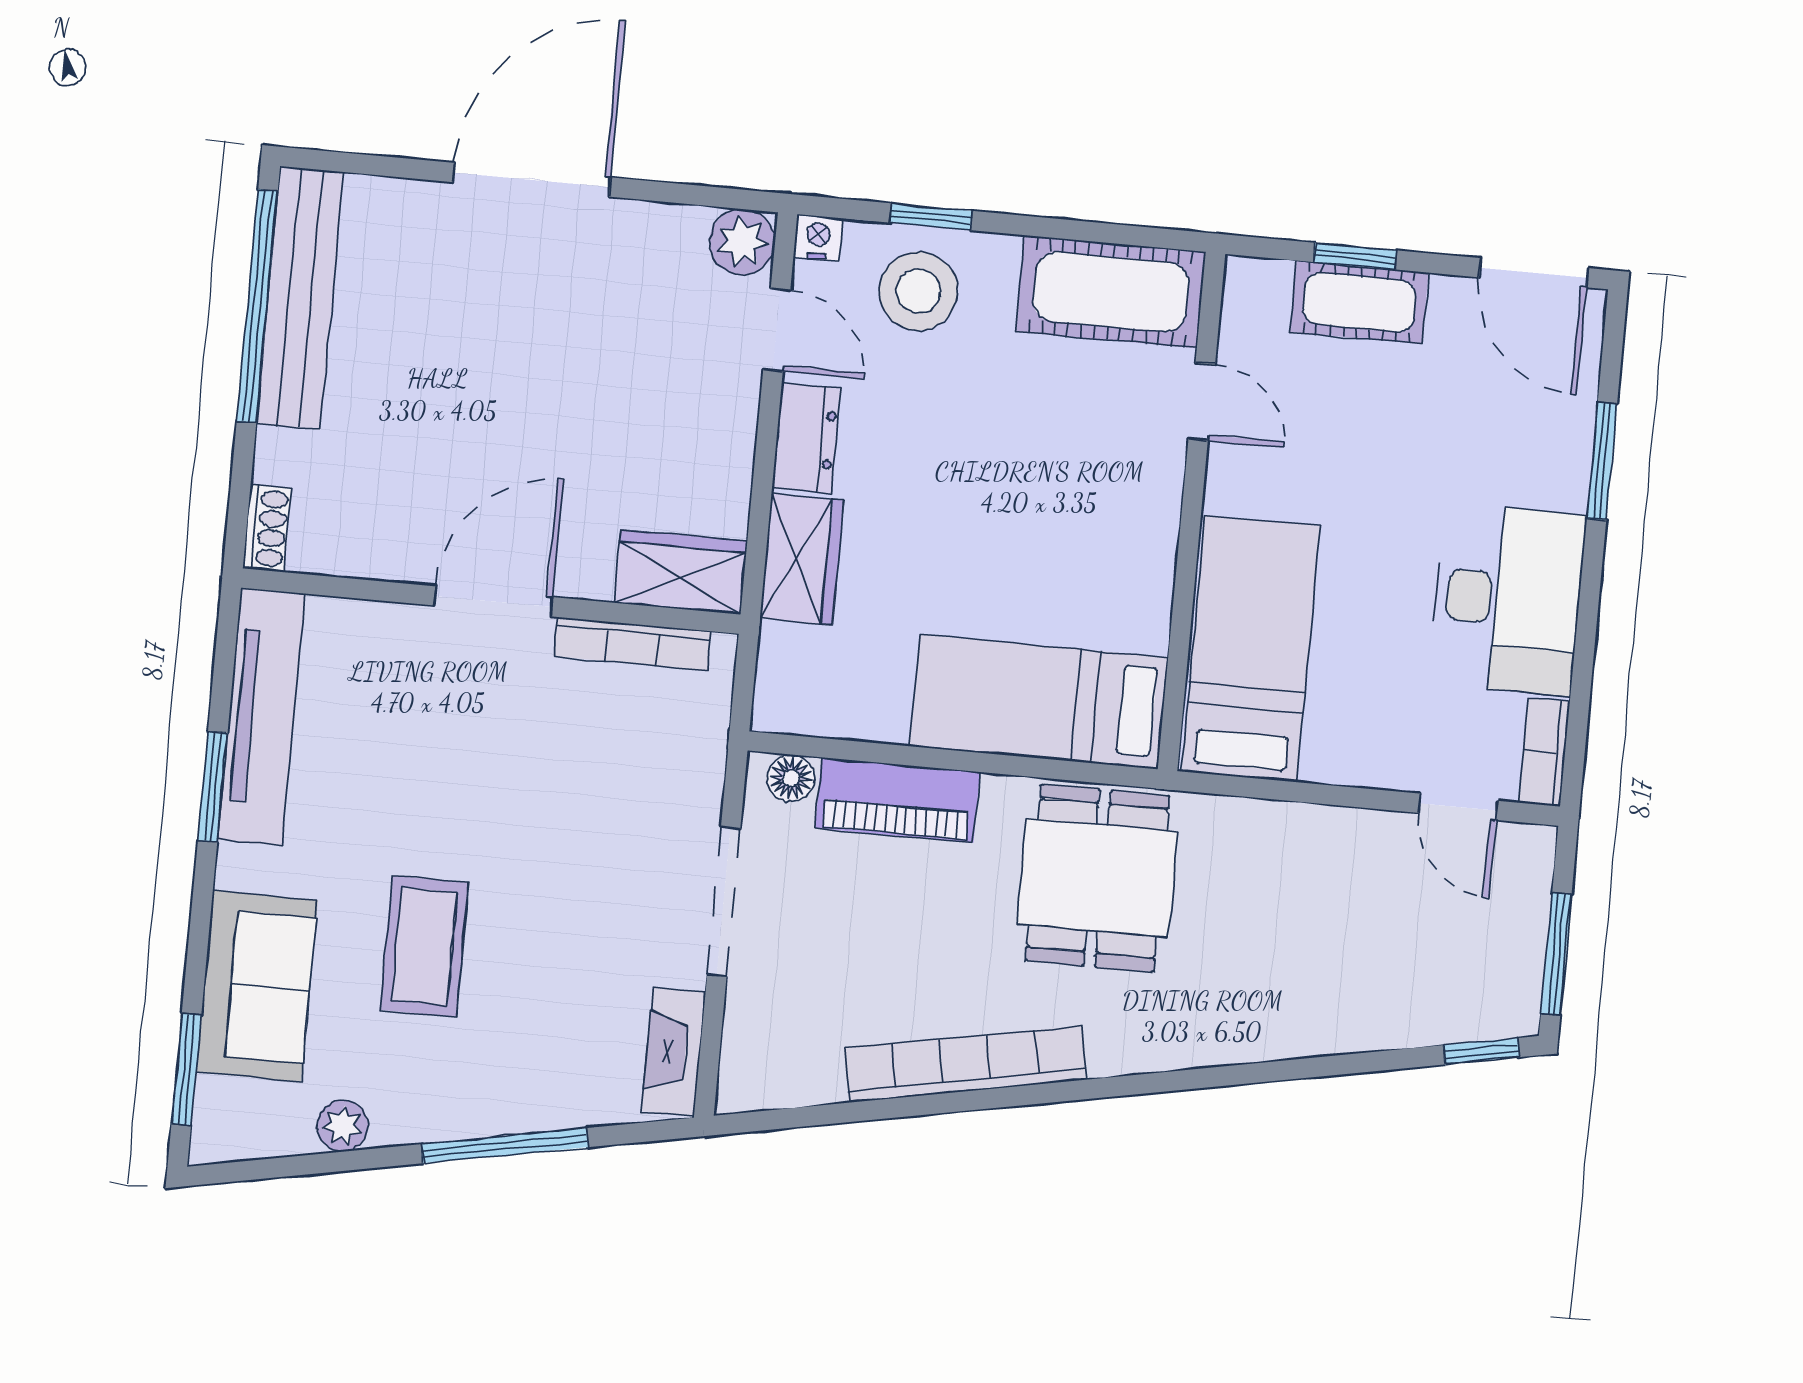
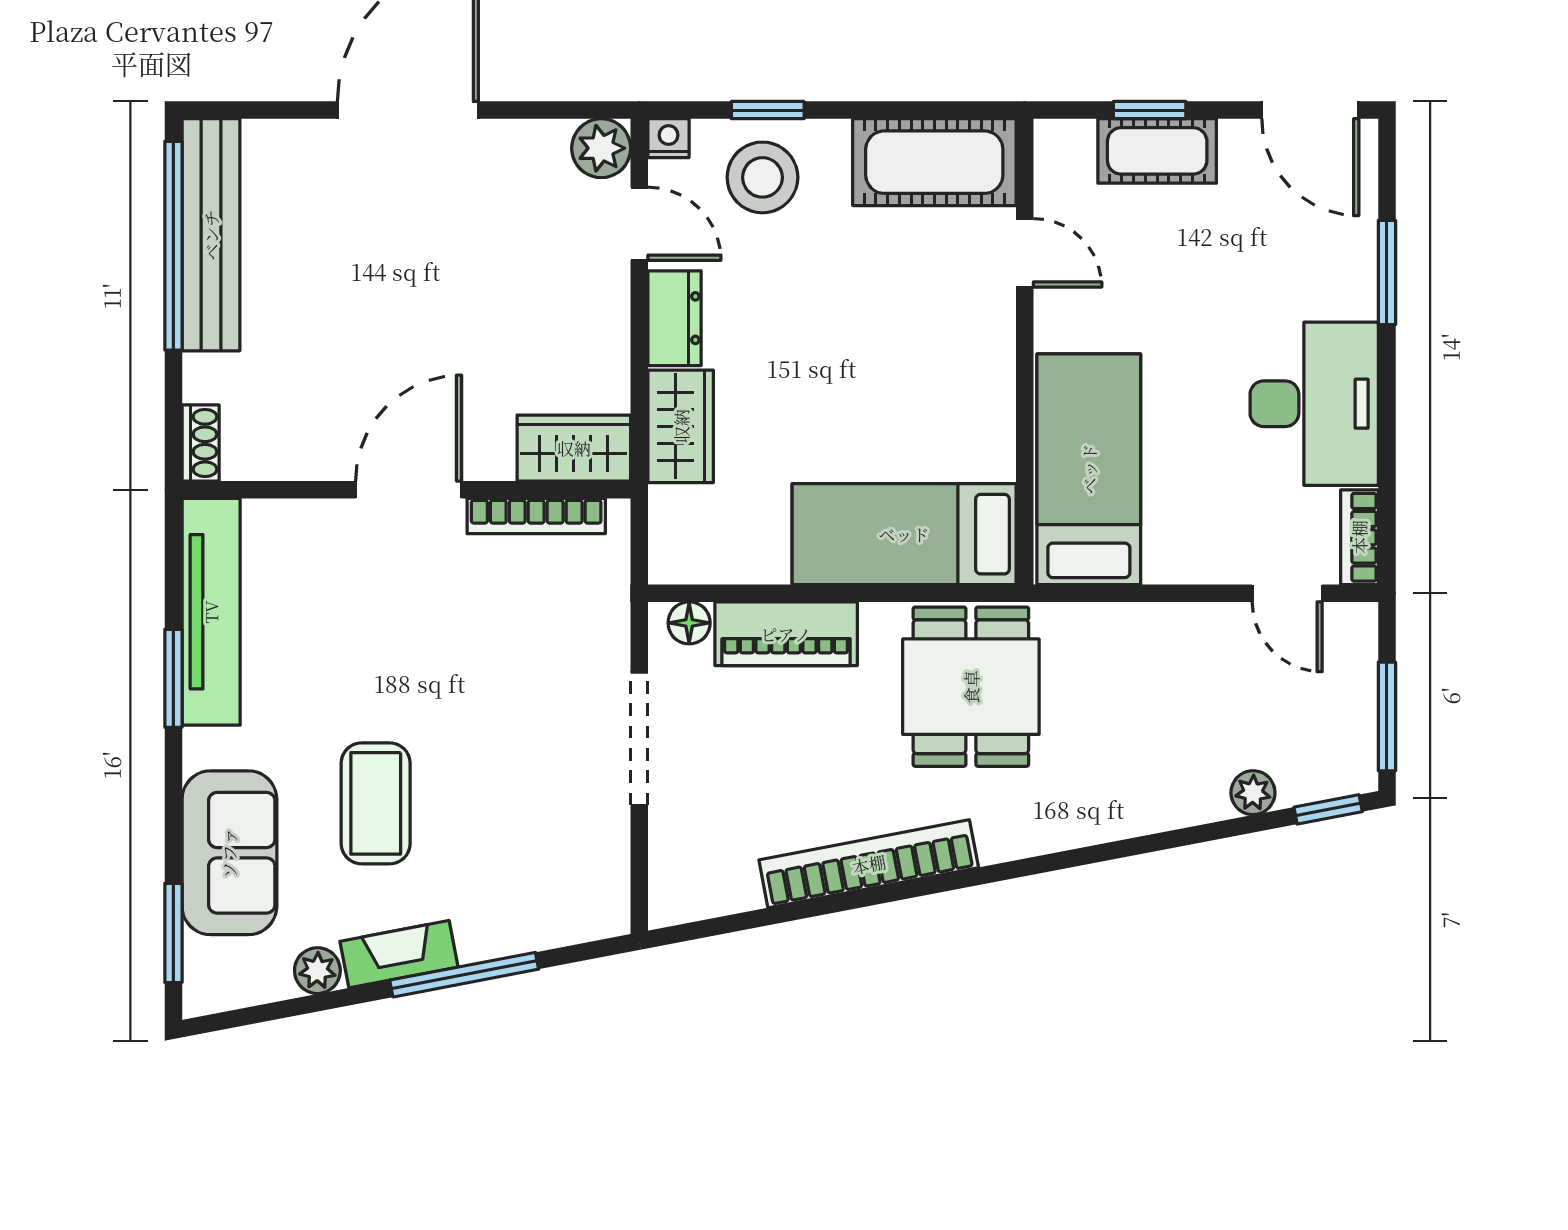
plant: (1400, 1025) -> (1253, 793), added
fireplace: (674, 1052) -> (399, 954), moved, turned 79

